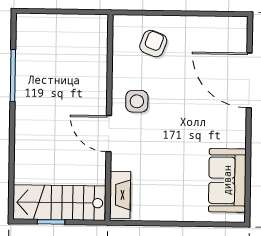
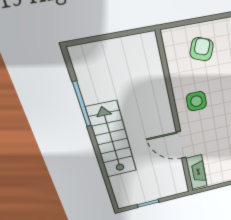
door: (109, 134) -> (181, 145), moved
stairs: (59, 203) -> (112, 140), moved, turned 90

